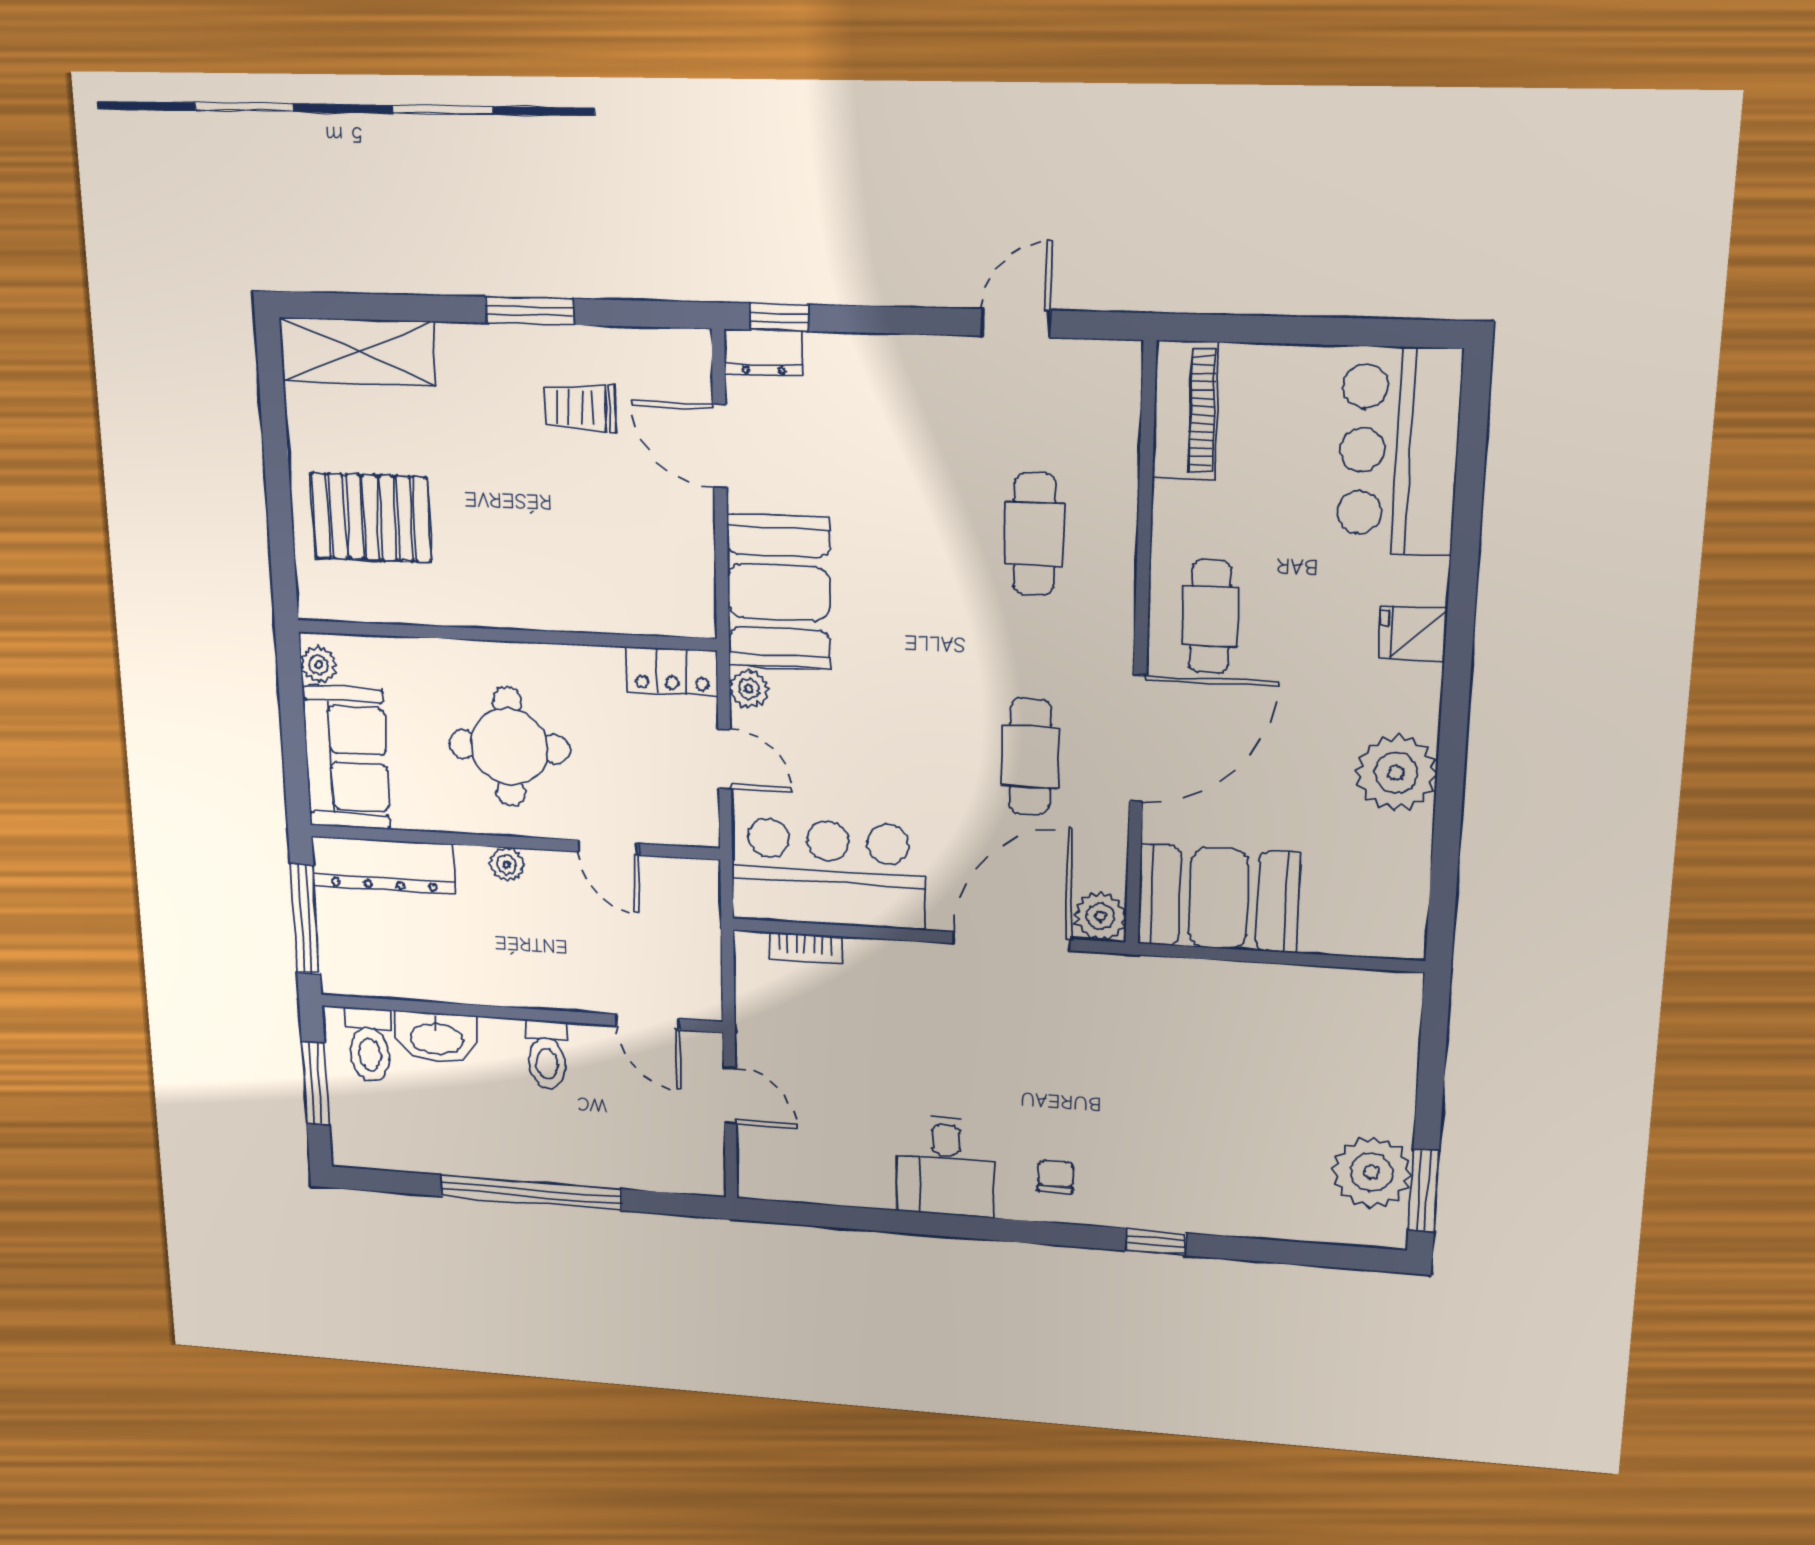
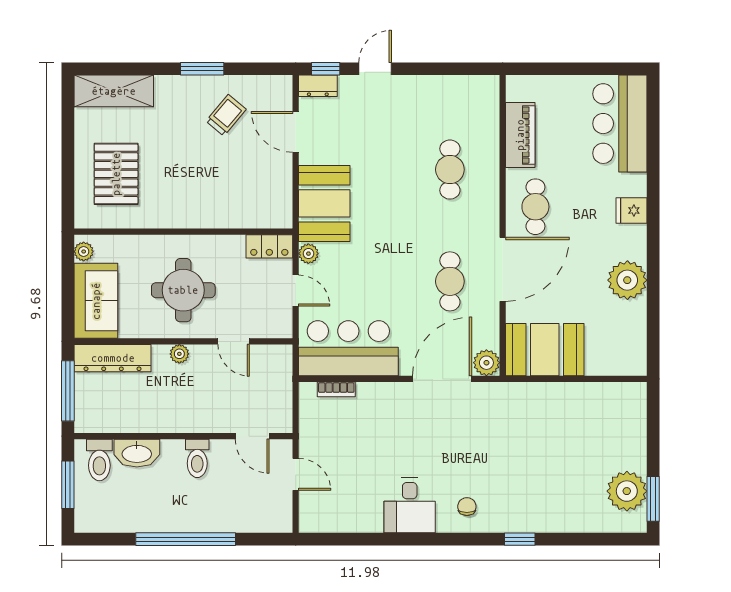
door: (1016, 323) -> (375, 69), moved
trolley: (580, 408) -> (226, 115), turned 130
piano: (1185, 411) -> (520, 135), moved
pallet: (371, 518) -> (116, 174), turned 90

